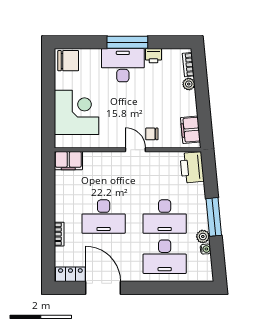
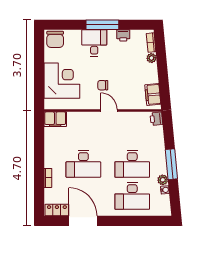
chair: (68, 61) -> (55, 39), turned 90
desk: (123, 65) -> (94, 43), width x0.73
chair: (152, 134) -> (103, 85), moved
printer: (192, 167) -> (156, 119), width x0.53, depth x0.68

